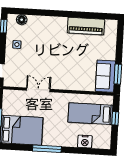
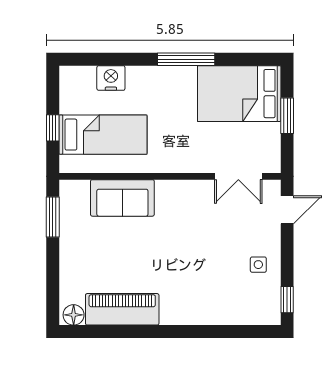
floor lamp: (22, 20) -> (74, 315), moved
sofa: (105, 76) -> (122, 198), moved, turned 90
double door: (38, 90) -> (238, 176), moved

